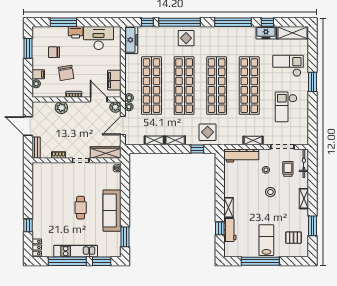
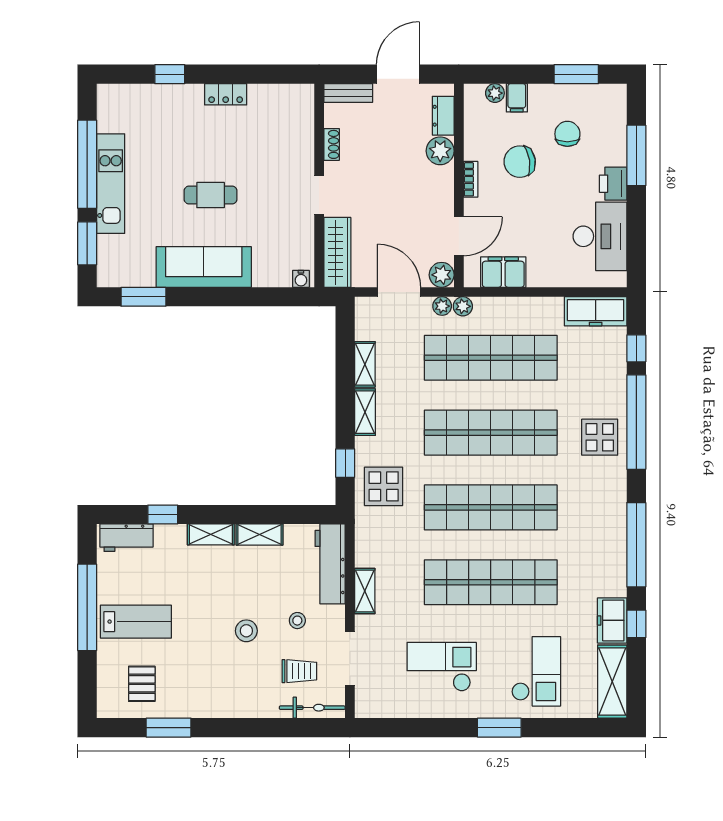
dresser: (46, 106) -> (443, 116), added
shelving: (304, 199) -> (259, 535), moved
workbench: (230, 230) -> (126, 538), moved
locker: (37, 247) -> (226, 94), moved

